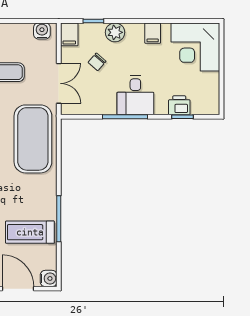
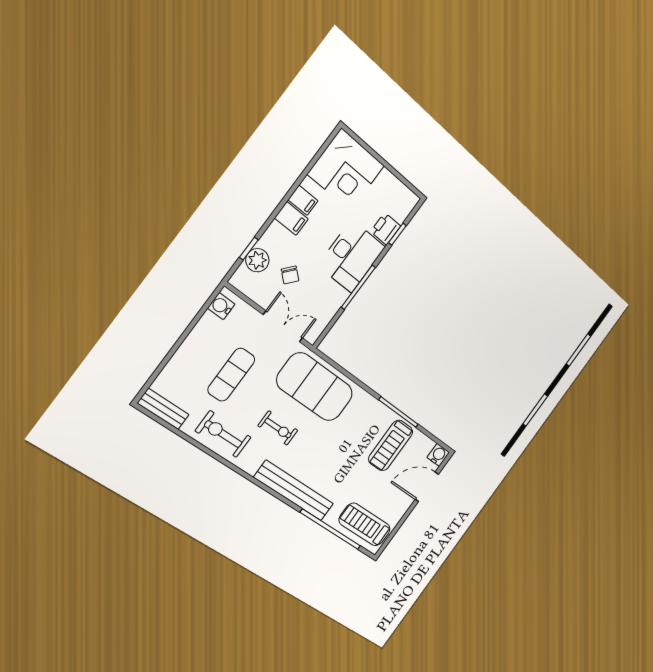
plant: (115, 32) -> (257, 260), moved
filing cabinet: (69, 34) -> (291, 218), moved
desk: (135, 95) -> (352, 256), width x1.37

